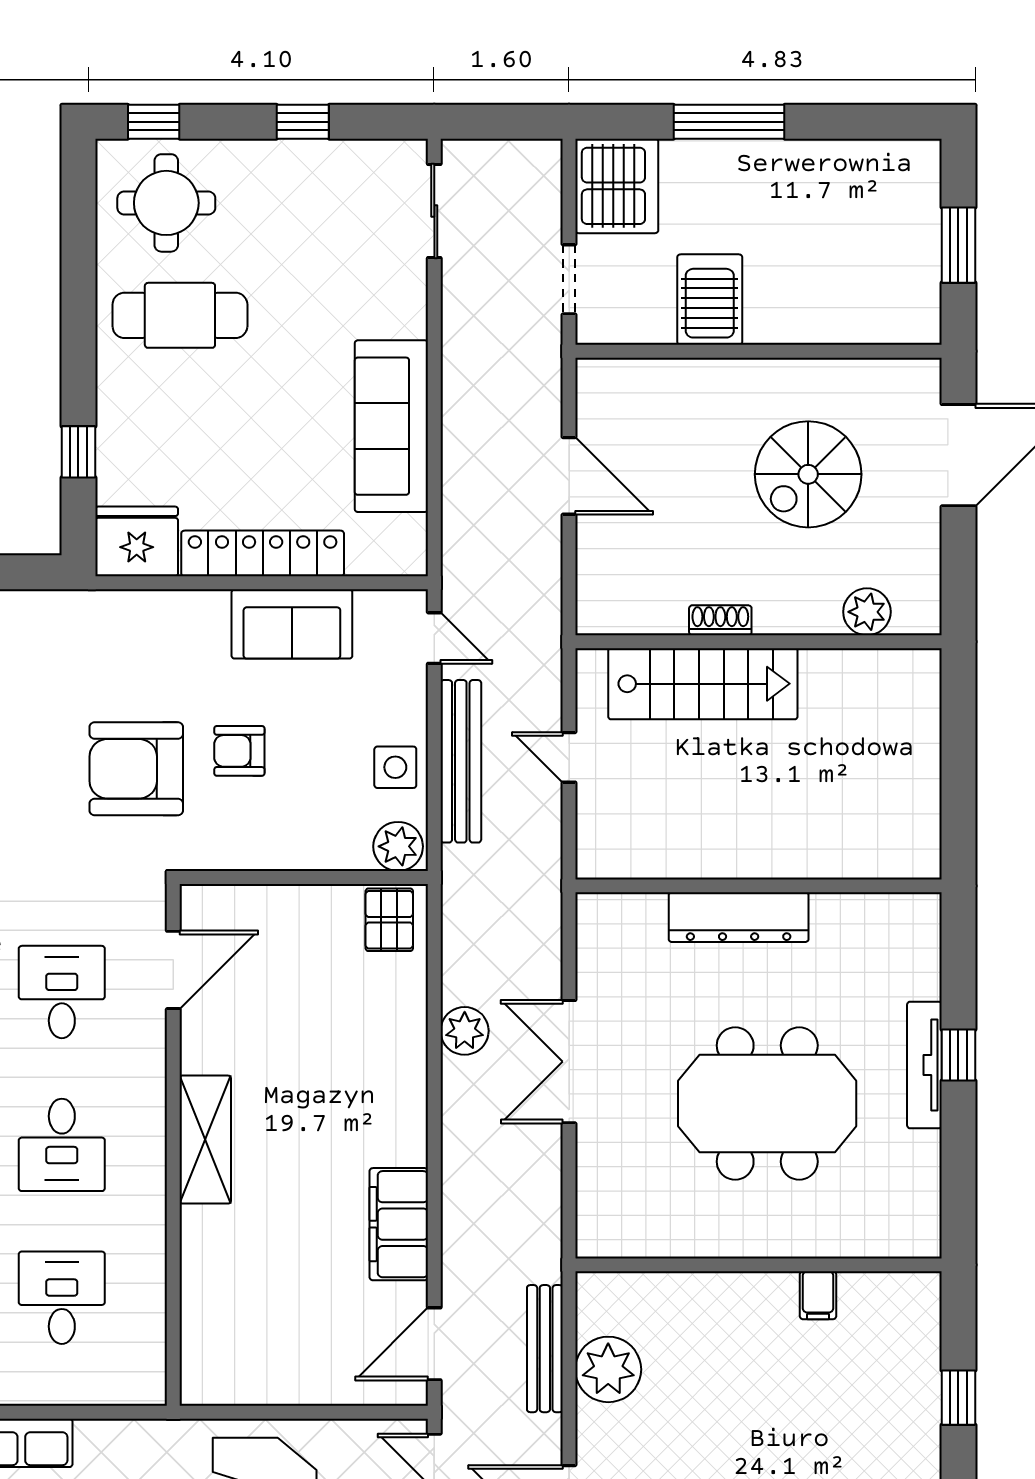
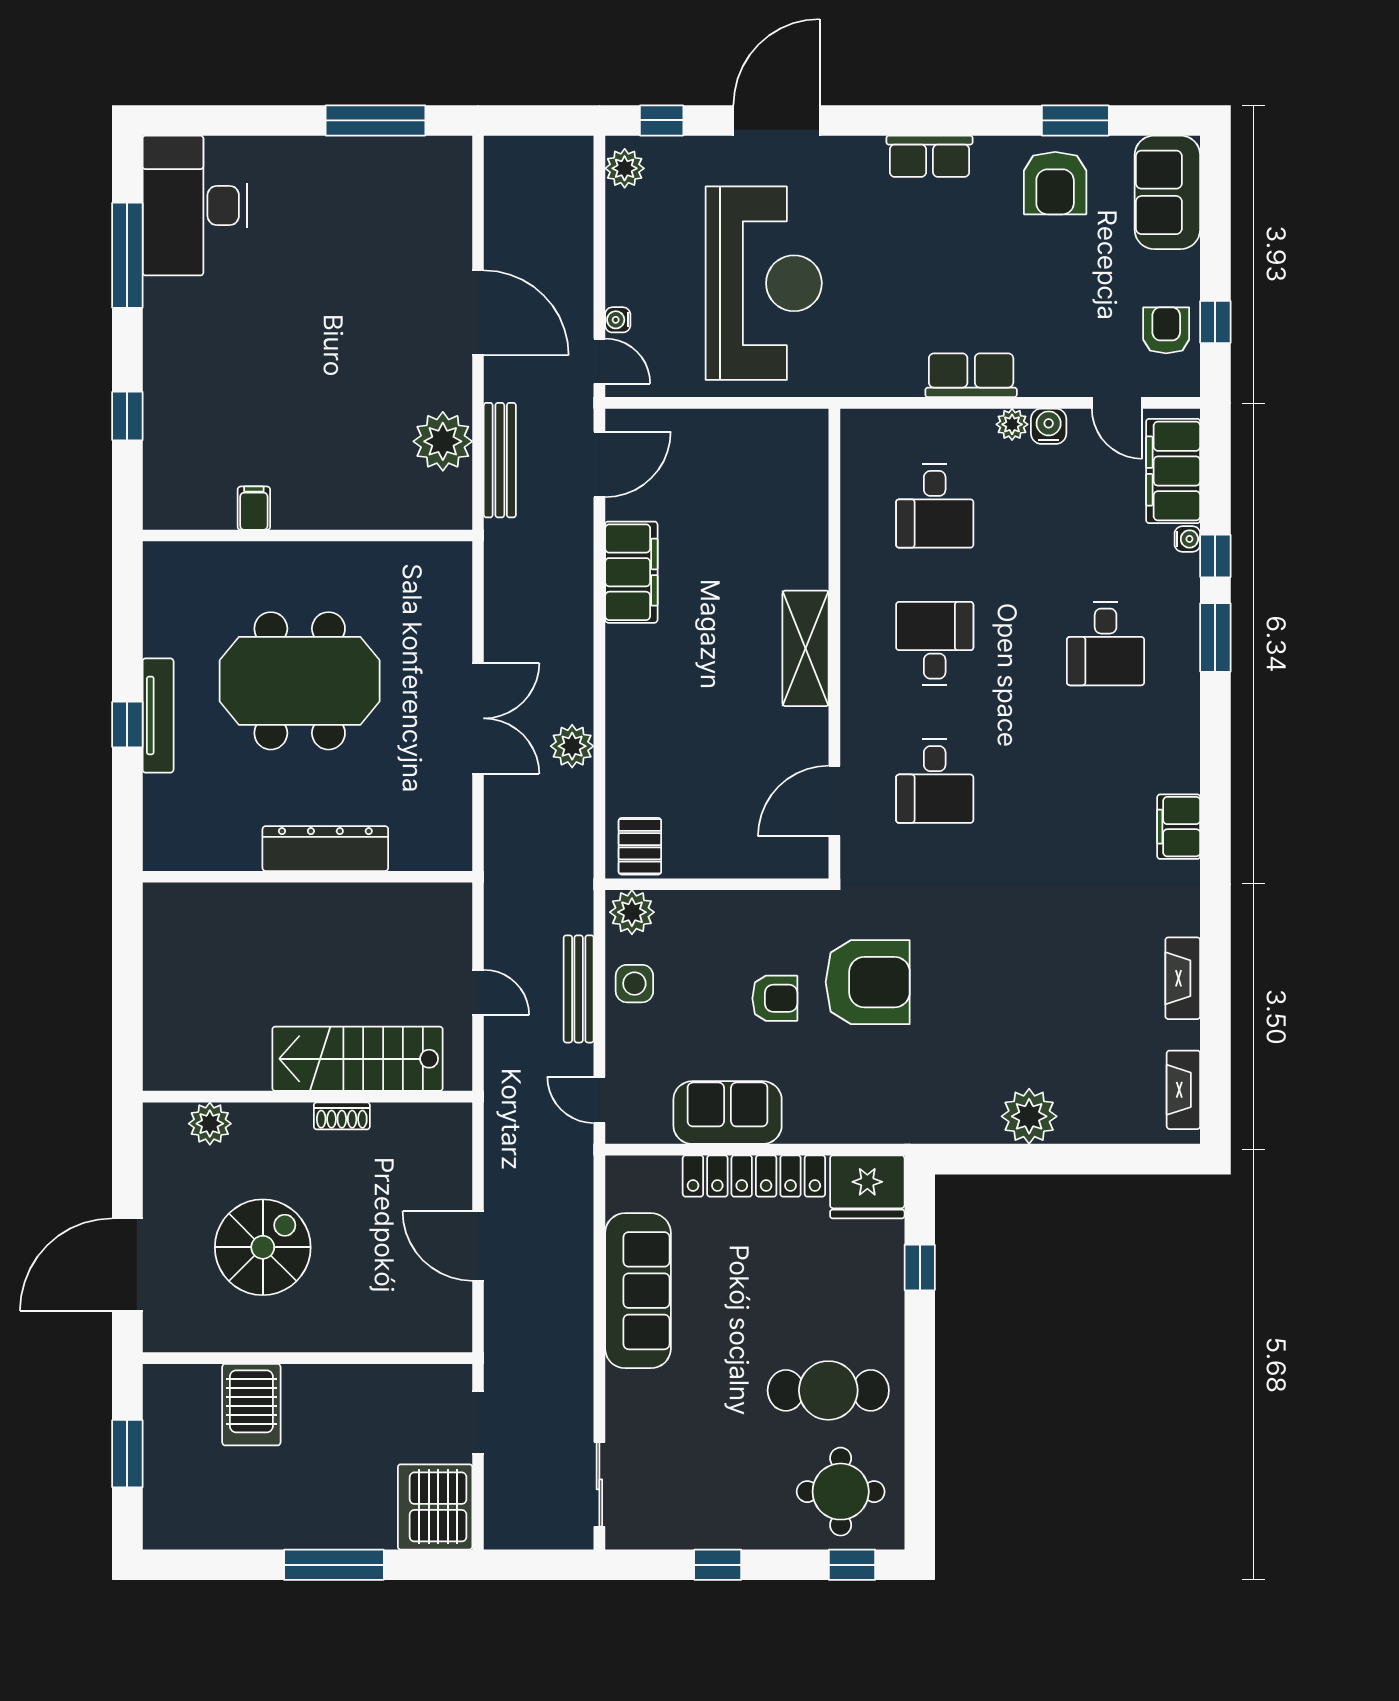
server rack: (710, 300) -> (251, 1405), moved
bench: (461, 761) -> (579, 989), width x0.73, depth x0.82

